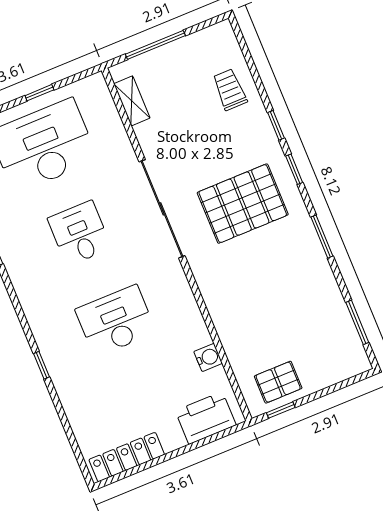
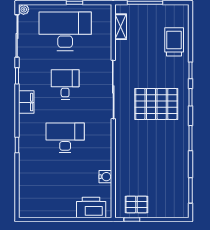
trolley: (230, 90) -> (174, 42), width x1.36, depth x1.39
filing cabinet: (28, 289) -> (26, 102), added
locker: (127, 457) -> (42, 211), removed

